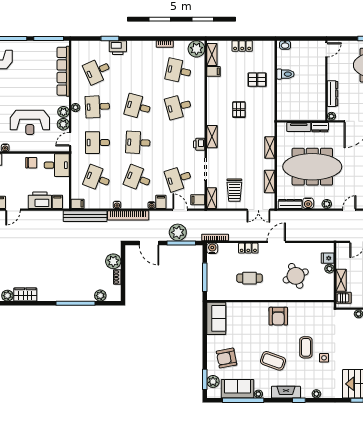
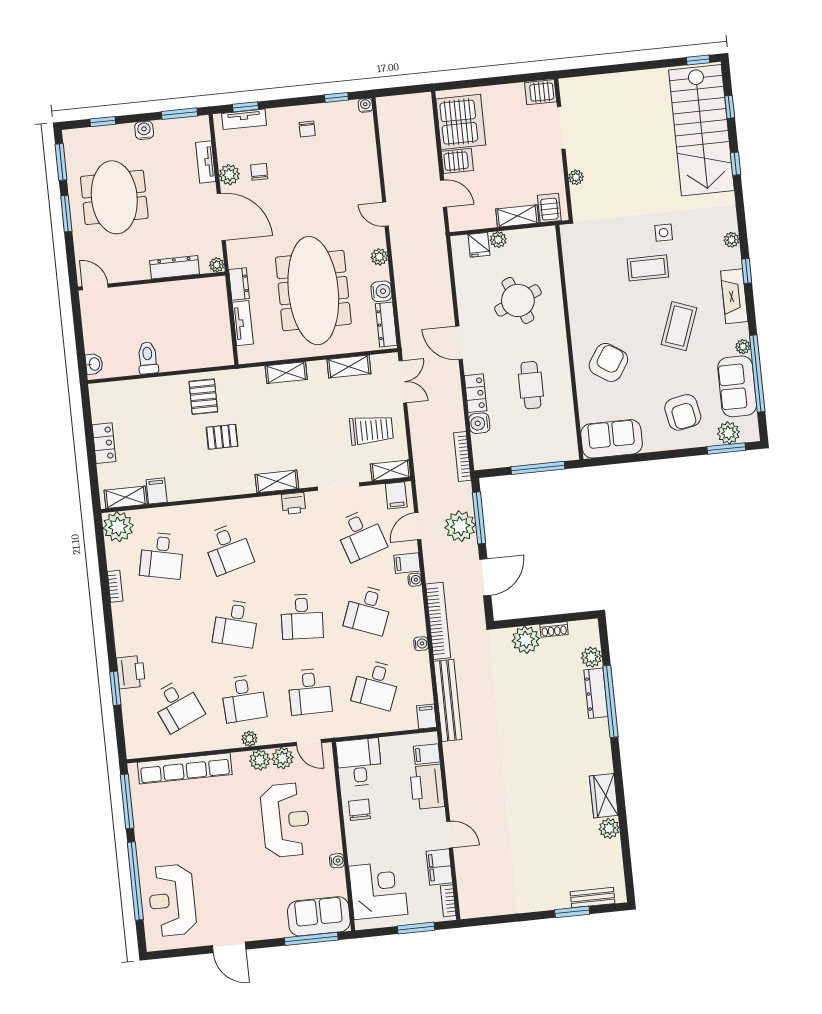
pallet: (257, 80) -> (203, 397), moved
water cooler: (212, 248) -> (479, 423), moved
dresser: (81, 296) -> (596, 693), added
armchair: (278, 316) -> (608, 362), moved, turned -57

